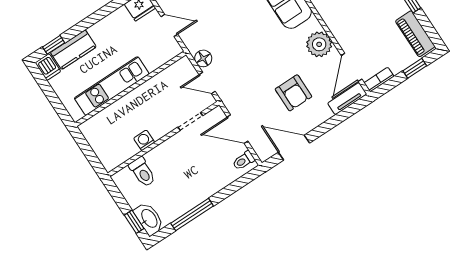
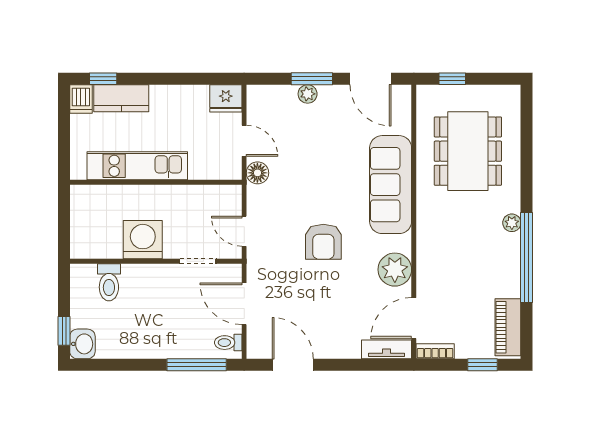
floor lamp: (203, 58) -> (257, 173), moved
armchair: (293, 93) -> (323, 242), moved
washing machine: (144, 140) -> (143, 240), width x1.89, depth x1.89
window: (192, 215) -> (197, 365), moved
washbasin: (149, 219) -> (82, 344), width x0.72

